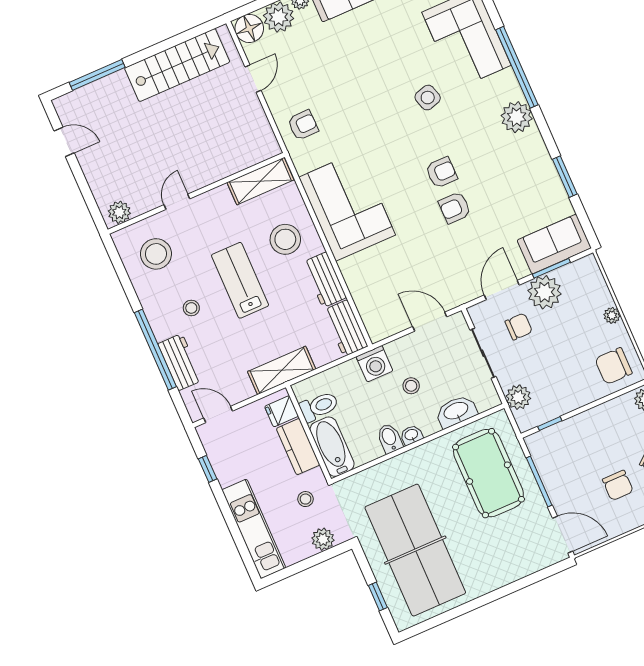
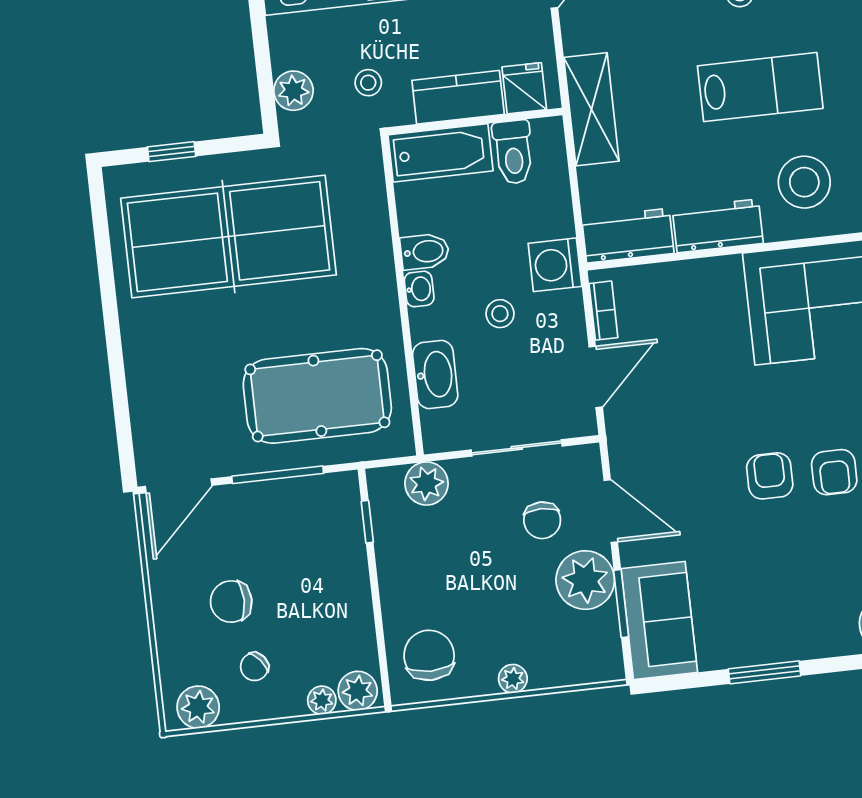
bookcase: (391, 329) -> (603, 311), added

